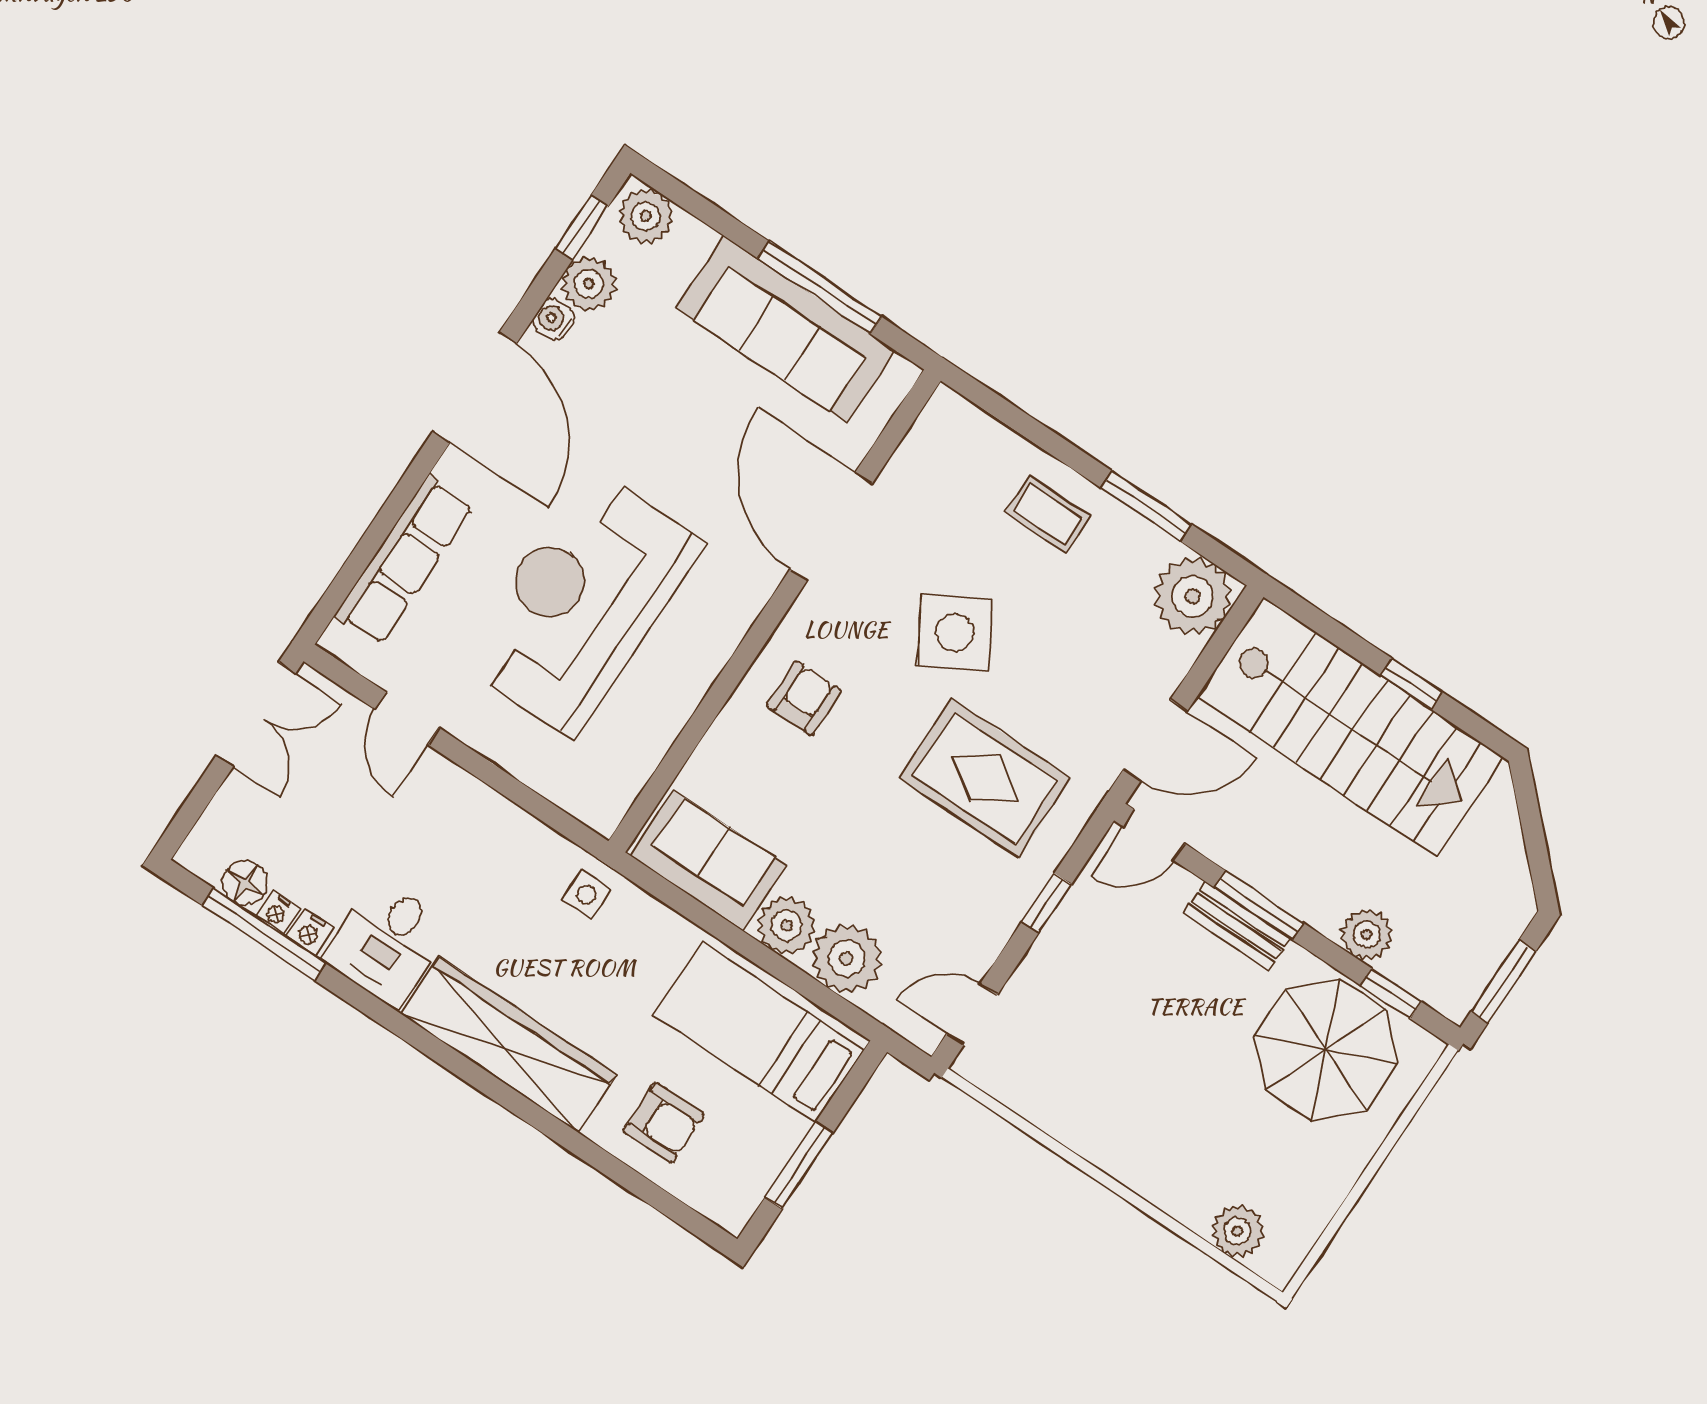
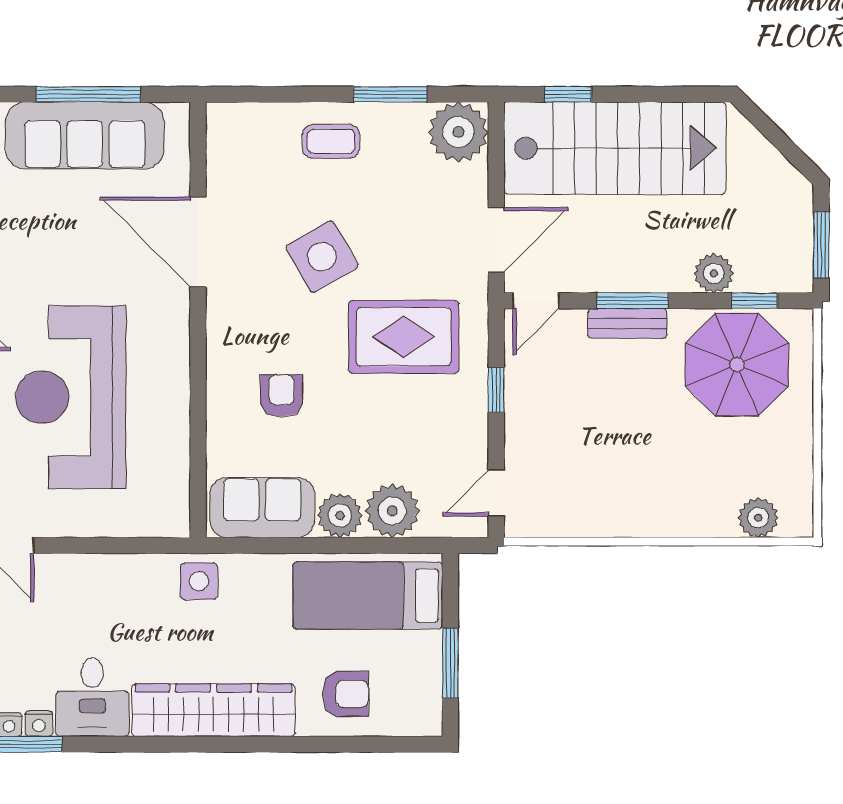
window: (1412, 684) -> (568, 94), moved
armchair: (804, 698) -> (281, 396), moved
side table: (586, 895) -> (199, 581), width x1.37, depth x1.37

